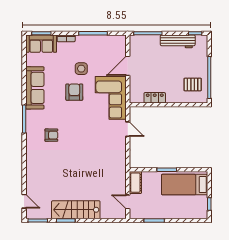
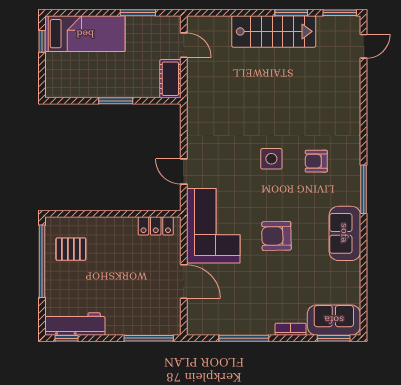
workbench: (178, 41) -> (75, 324), moved
door: (128, 66) -> (184, 281), hinge flipped
side table: (81, 69) -> (271, 159), moved
sofa: (35, 88) -> (345, 233), width x0.73
armchair: (74, 92) -> (276, 236), turned 89
locker: (155, 98) -> (156, 226), moved
bed: (185, 185) -> (85, 34), moved
door: (24, 201) -> (364, 46), swing flipped

